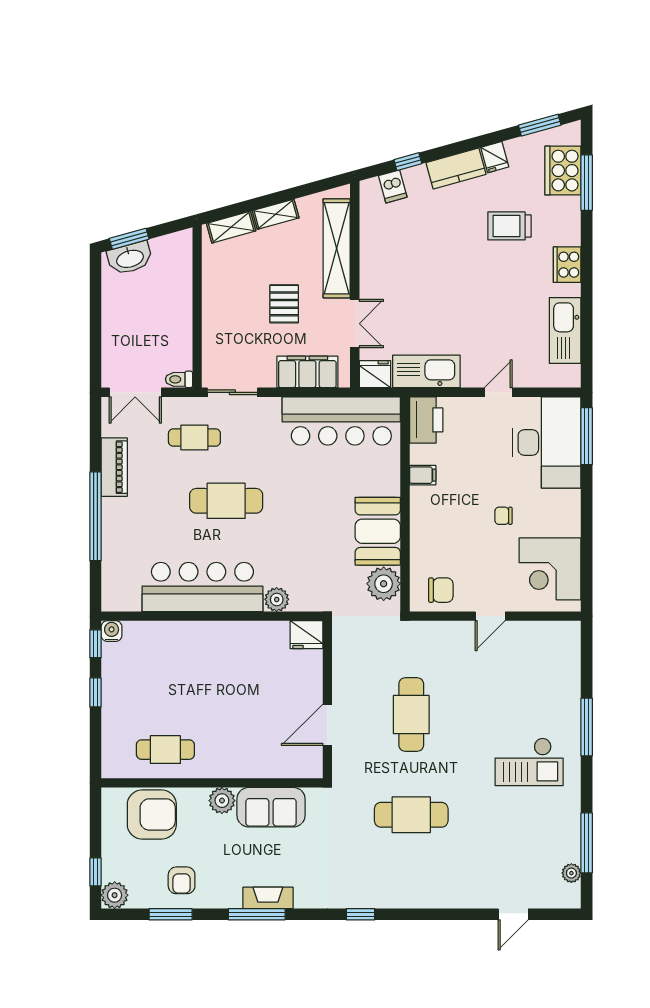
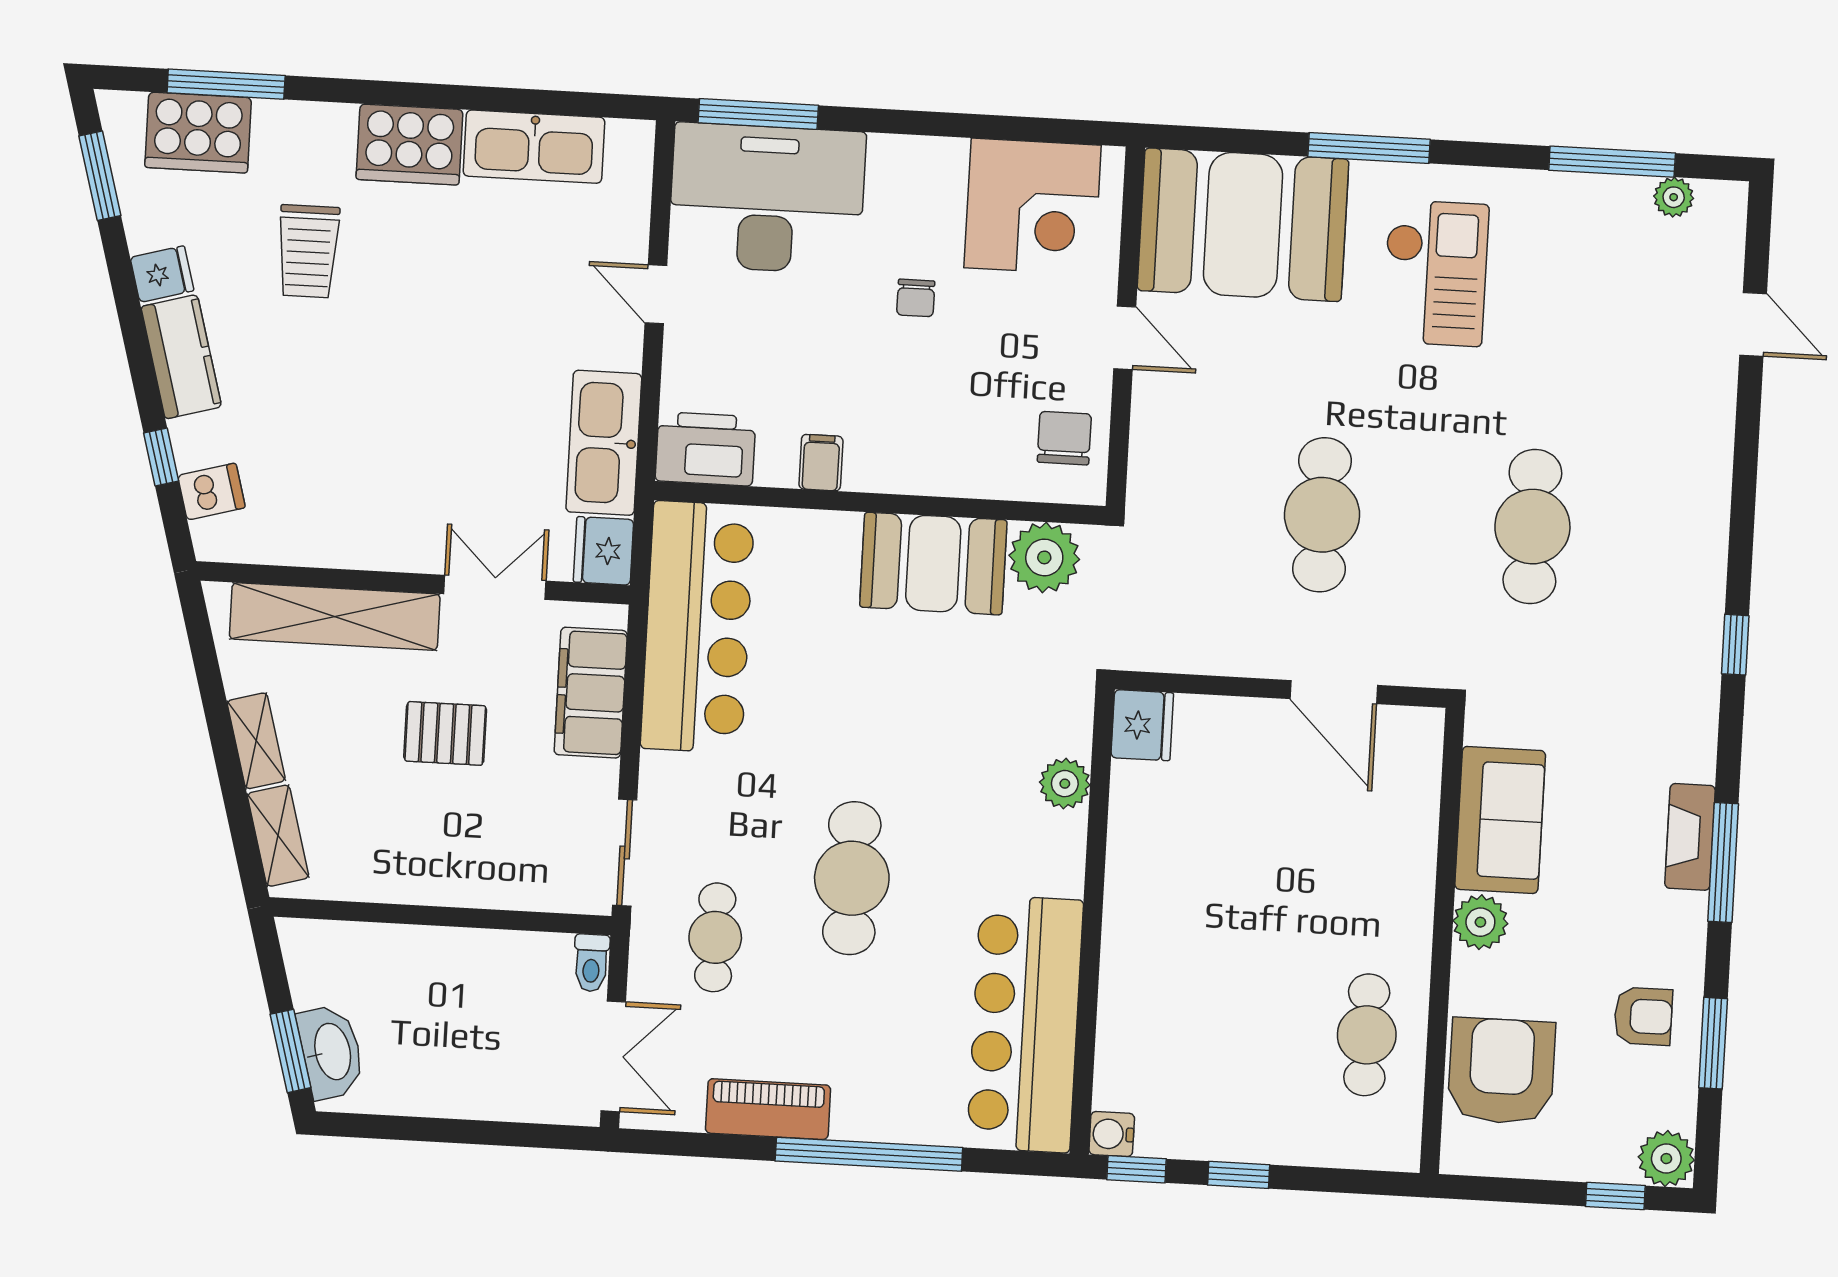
cooker: (567, 265) -> (409, 144), width x1.37, depth x1.31
bar counter: (202, 587) -> (1025, 1024), moved
booth: (547, 669) -> (1243, 225), added
cafe table: (411, 715) -> (1322, 515), turned 90

